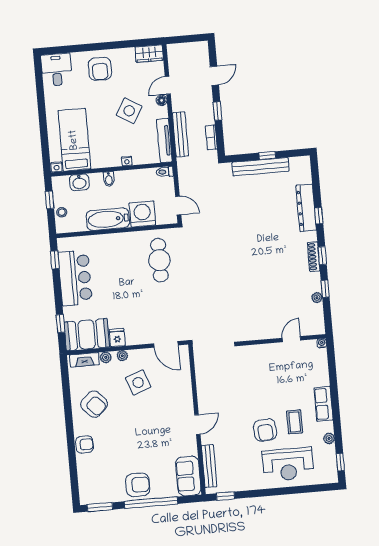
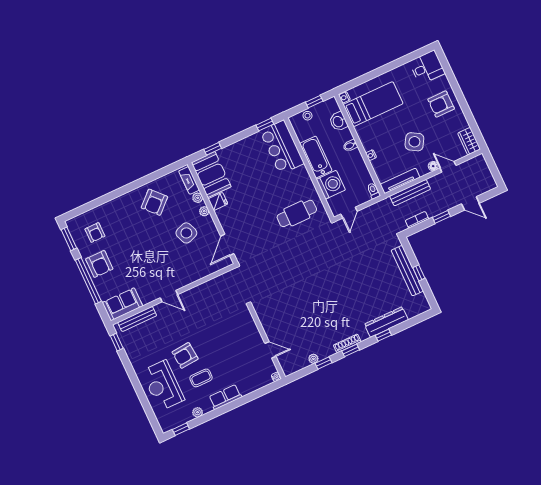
bar counter: (75, 278) -> (282, 147), moved, turned 90
armchair: (84, 444) -> (95, 233), moved

